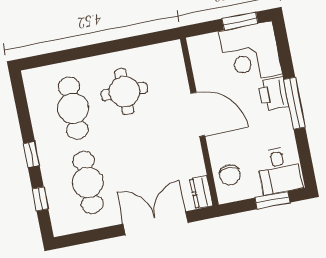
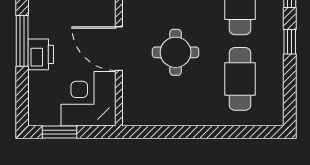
corner desk: (250, 53) -> (89, 99), moved, turned -90
round table: (124, 92) -> (176, 52), moved

